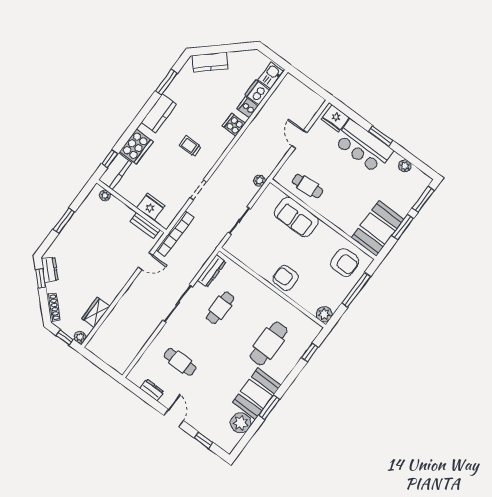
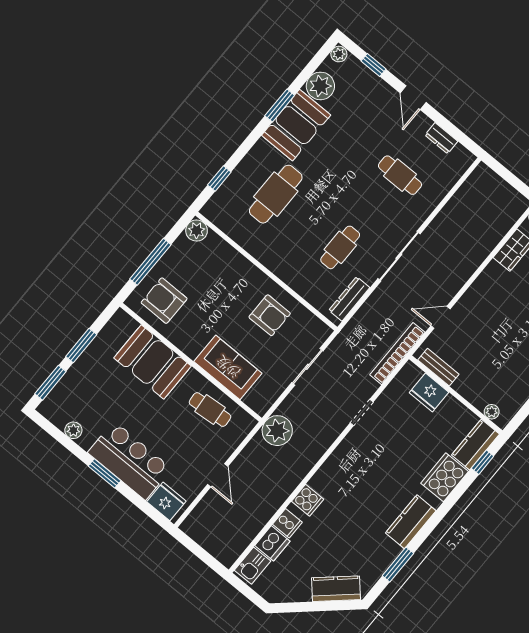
trolley: (190, 146) -> (370, 474), removed
plant: (259, 181) -> (277, 431), width x1.88, depth x1.88
booth: (378, 228) -> (153, 362), moved, turned 90
armchair: (285, 278) -> (270, 315), moved
plant: (229, 446) -> (339, 54), added

